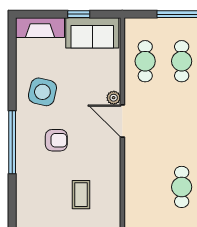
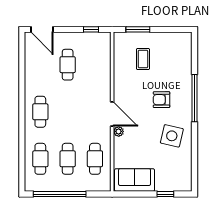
window: (79, 14) -> (165, 194), moved
fireplace: (40, 28) -> (174, 184), removed

